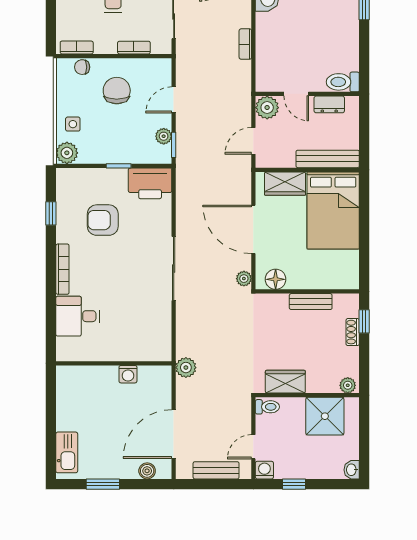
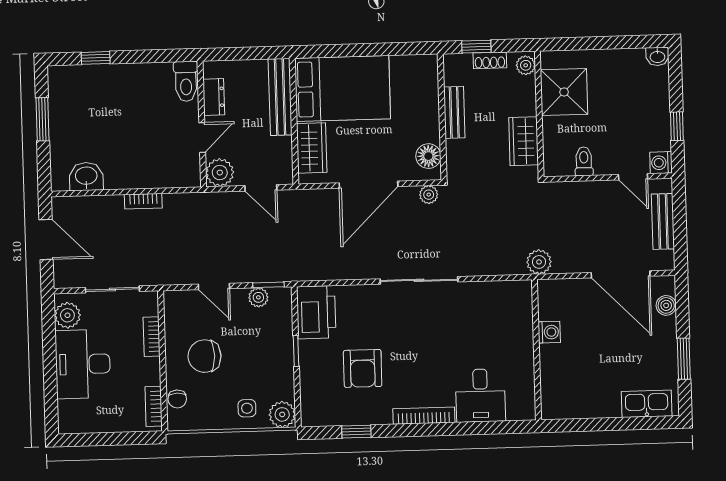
wardrobe: (285, 382) -> (524, 141), moved
plant: (348, 385) -> (526, 65), moved
wall: (307, 395) -> (539, 114), moved
shower: (325, 416) -> (564, 92), moved

